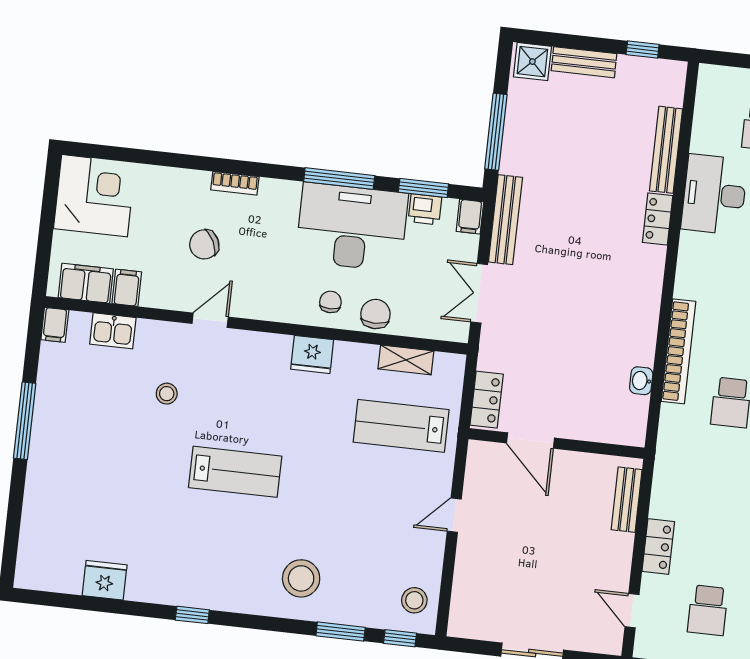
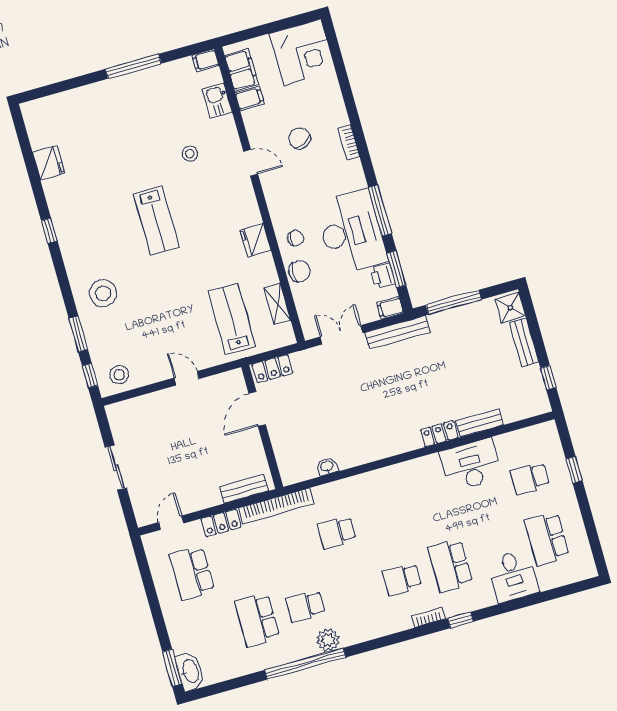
bench: (666, 150) -> (480, 423), width x0.73
bookcase: (678, 351) -> (276, 506), moved
school desk: (708, 610) -> (192, 573), width x1.85

